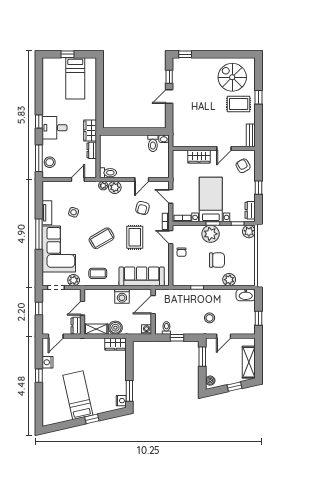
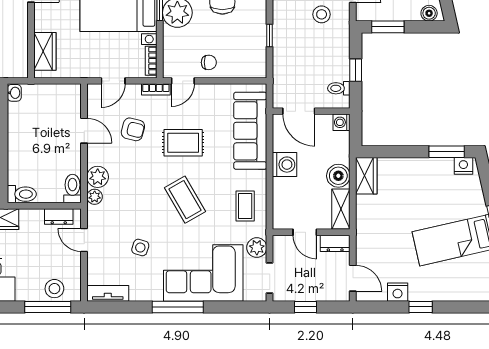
toilet: (153, 143) -> (22, 194), moved
dresser: (92, 150) -> (59, 217), moved
wardrobe: (199, 157) -> (45, 51), moved
tv unit: (47, 213) -> (108, 293), moved

